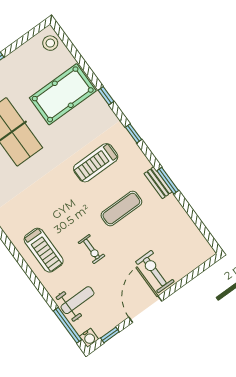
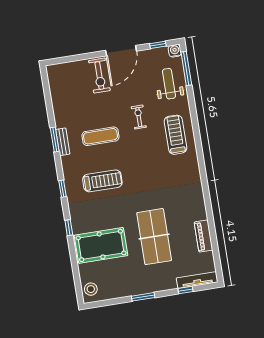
weight bench: (77, 300) -> (169, 84), turned 90

